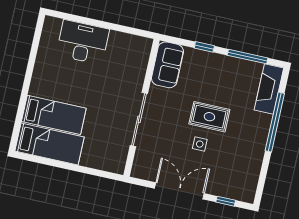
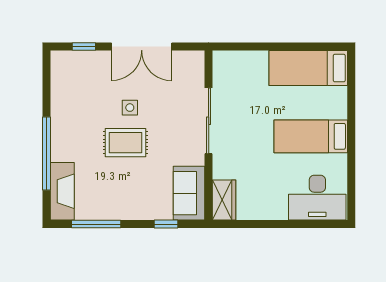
desk: (83, 42) -> (317, 198), moved
window: (204, 47) -> (166, 224), moved
wardrobe: (141, 53) -> (224, 200), added
bed: (54, 115) -> (311, 136), moved

